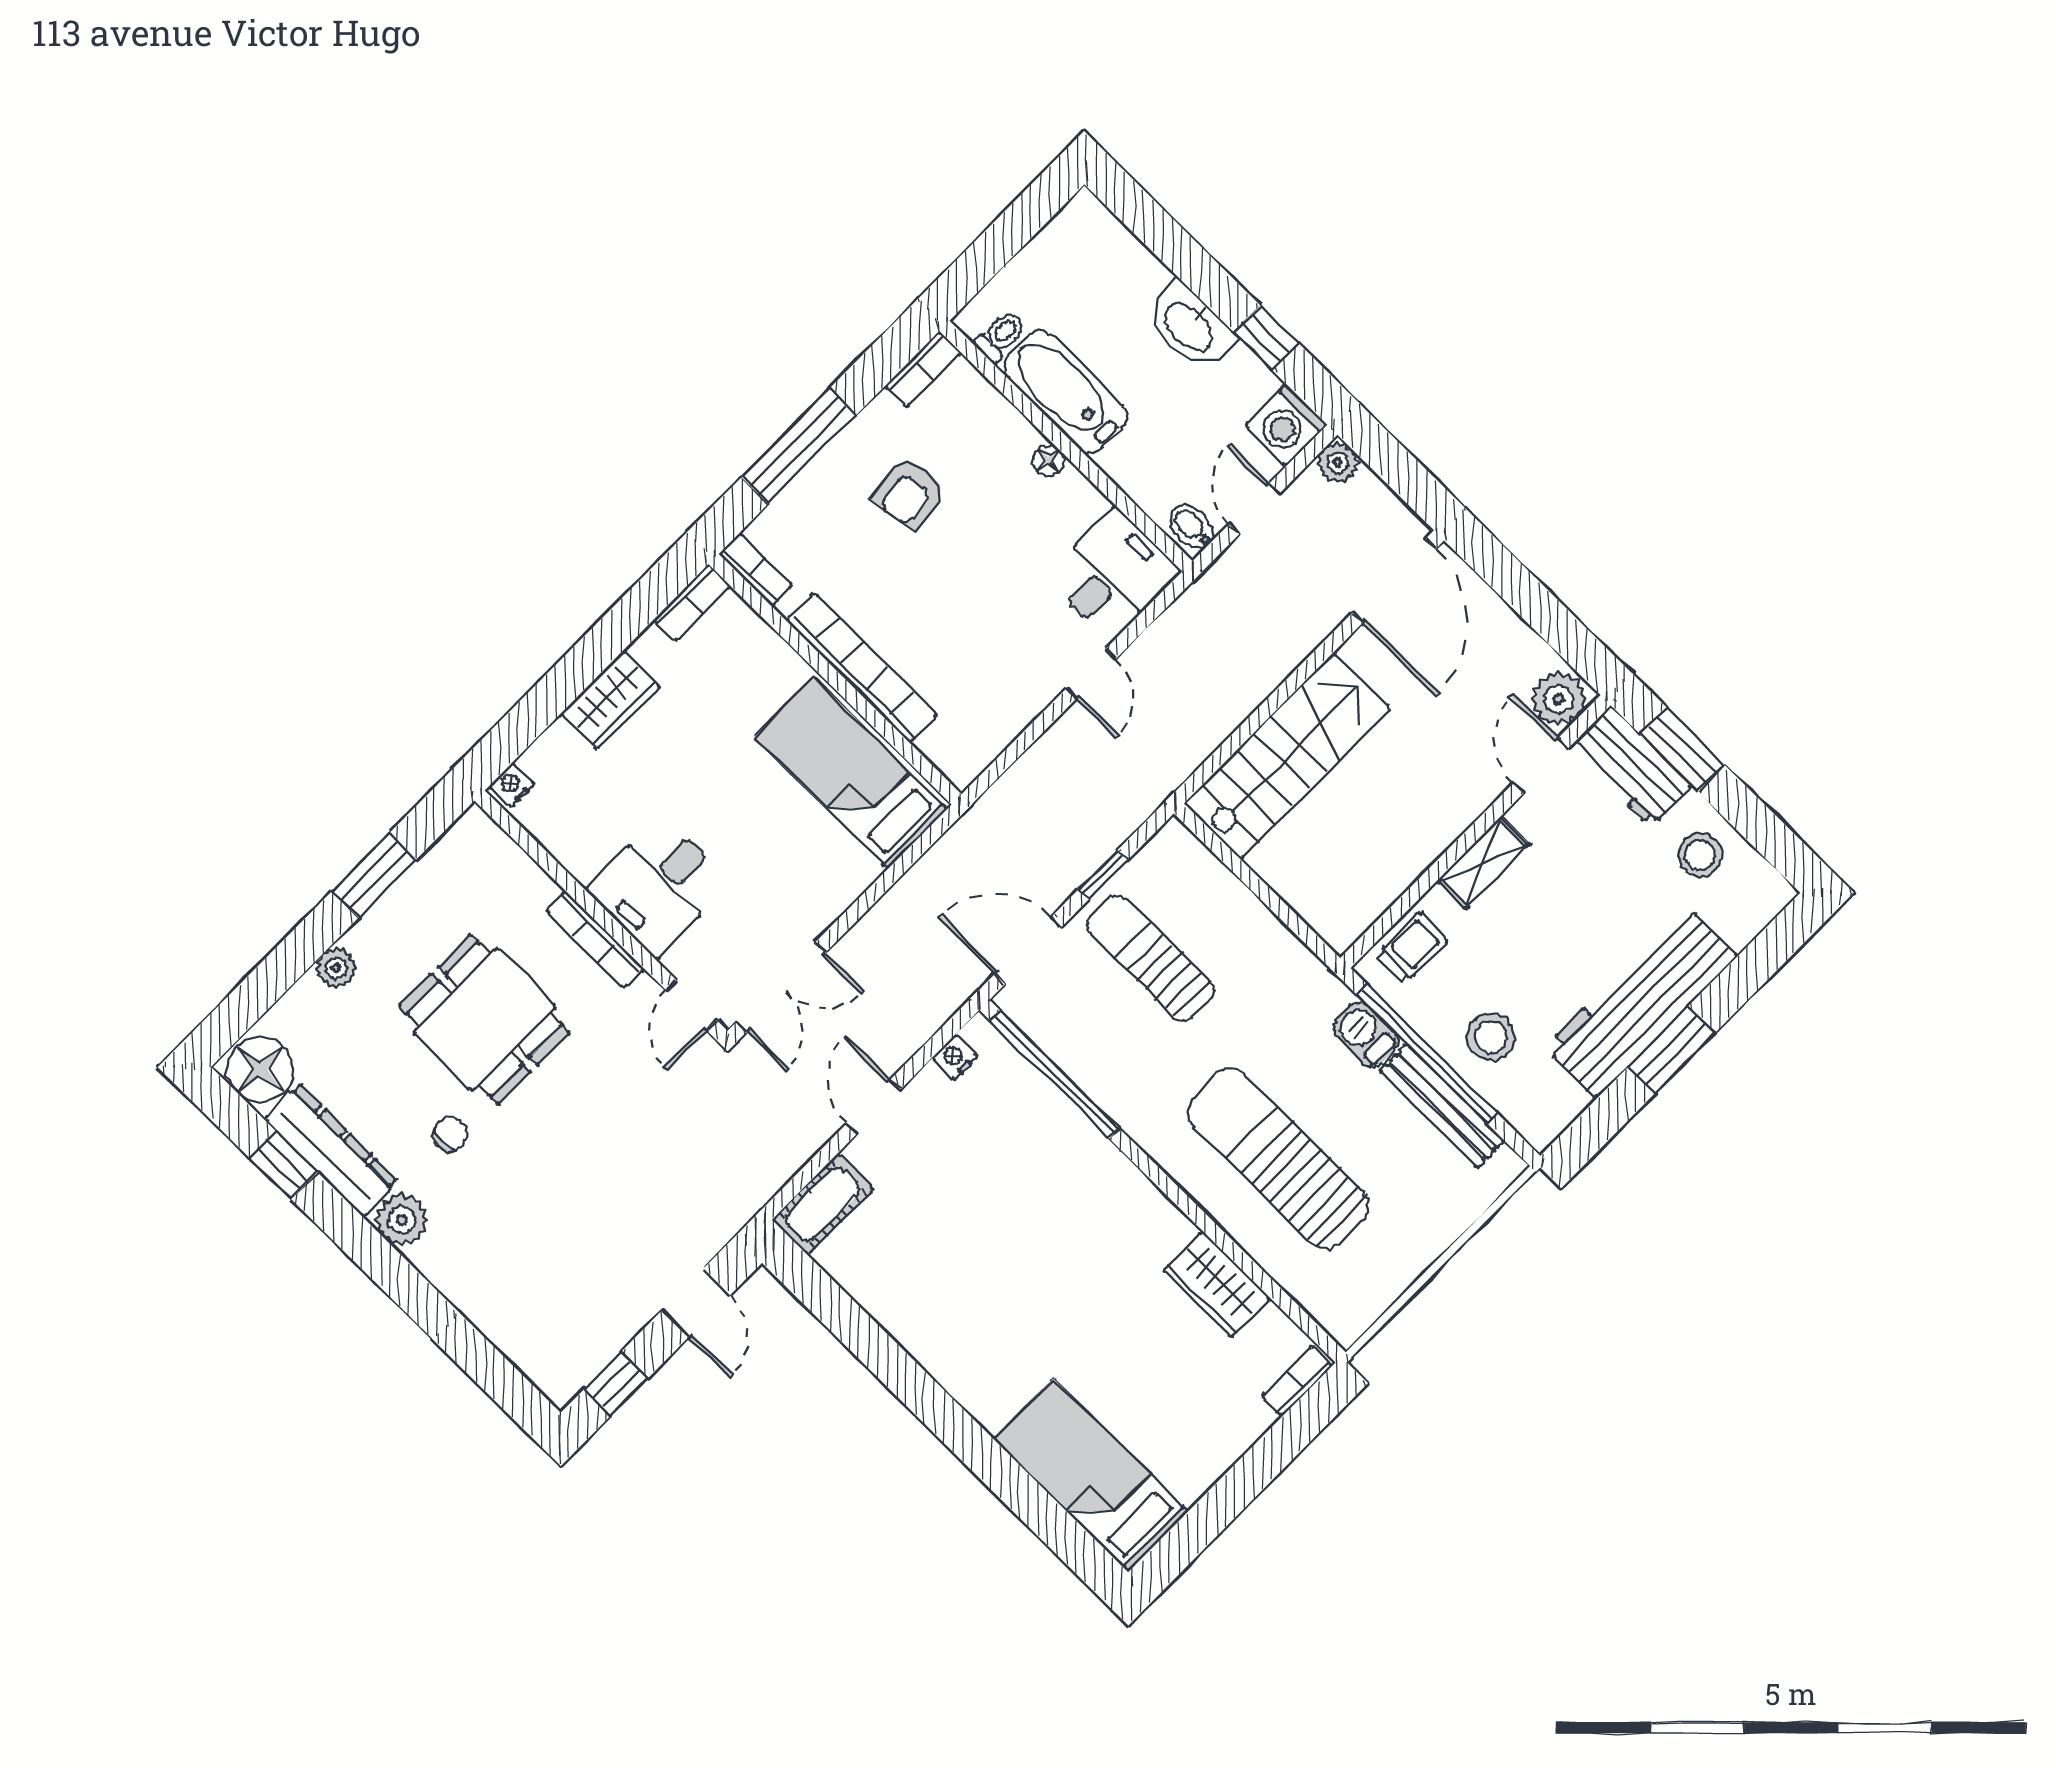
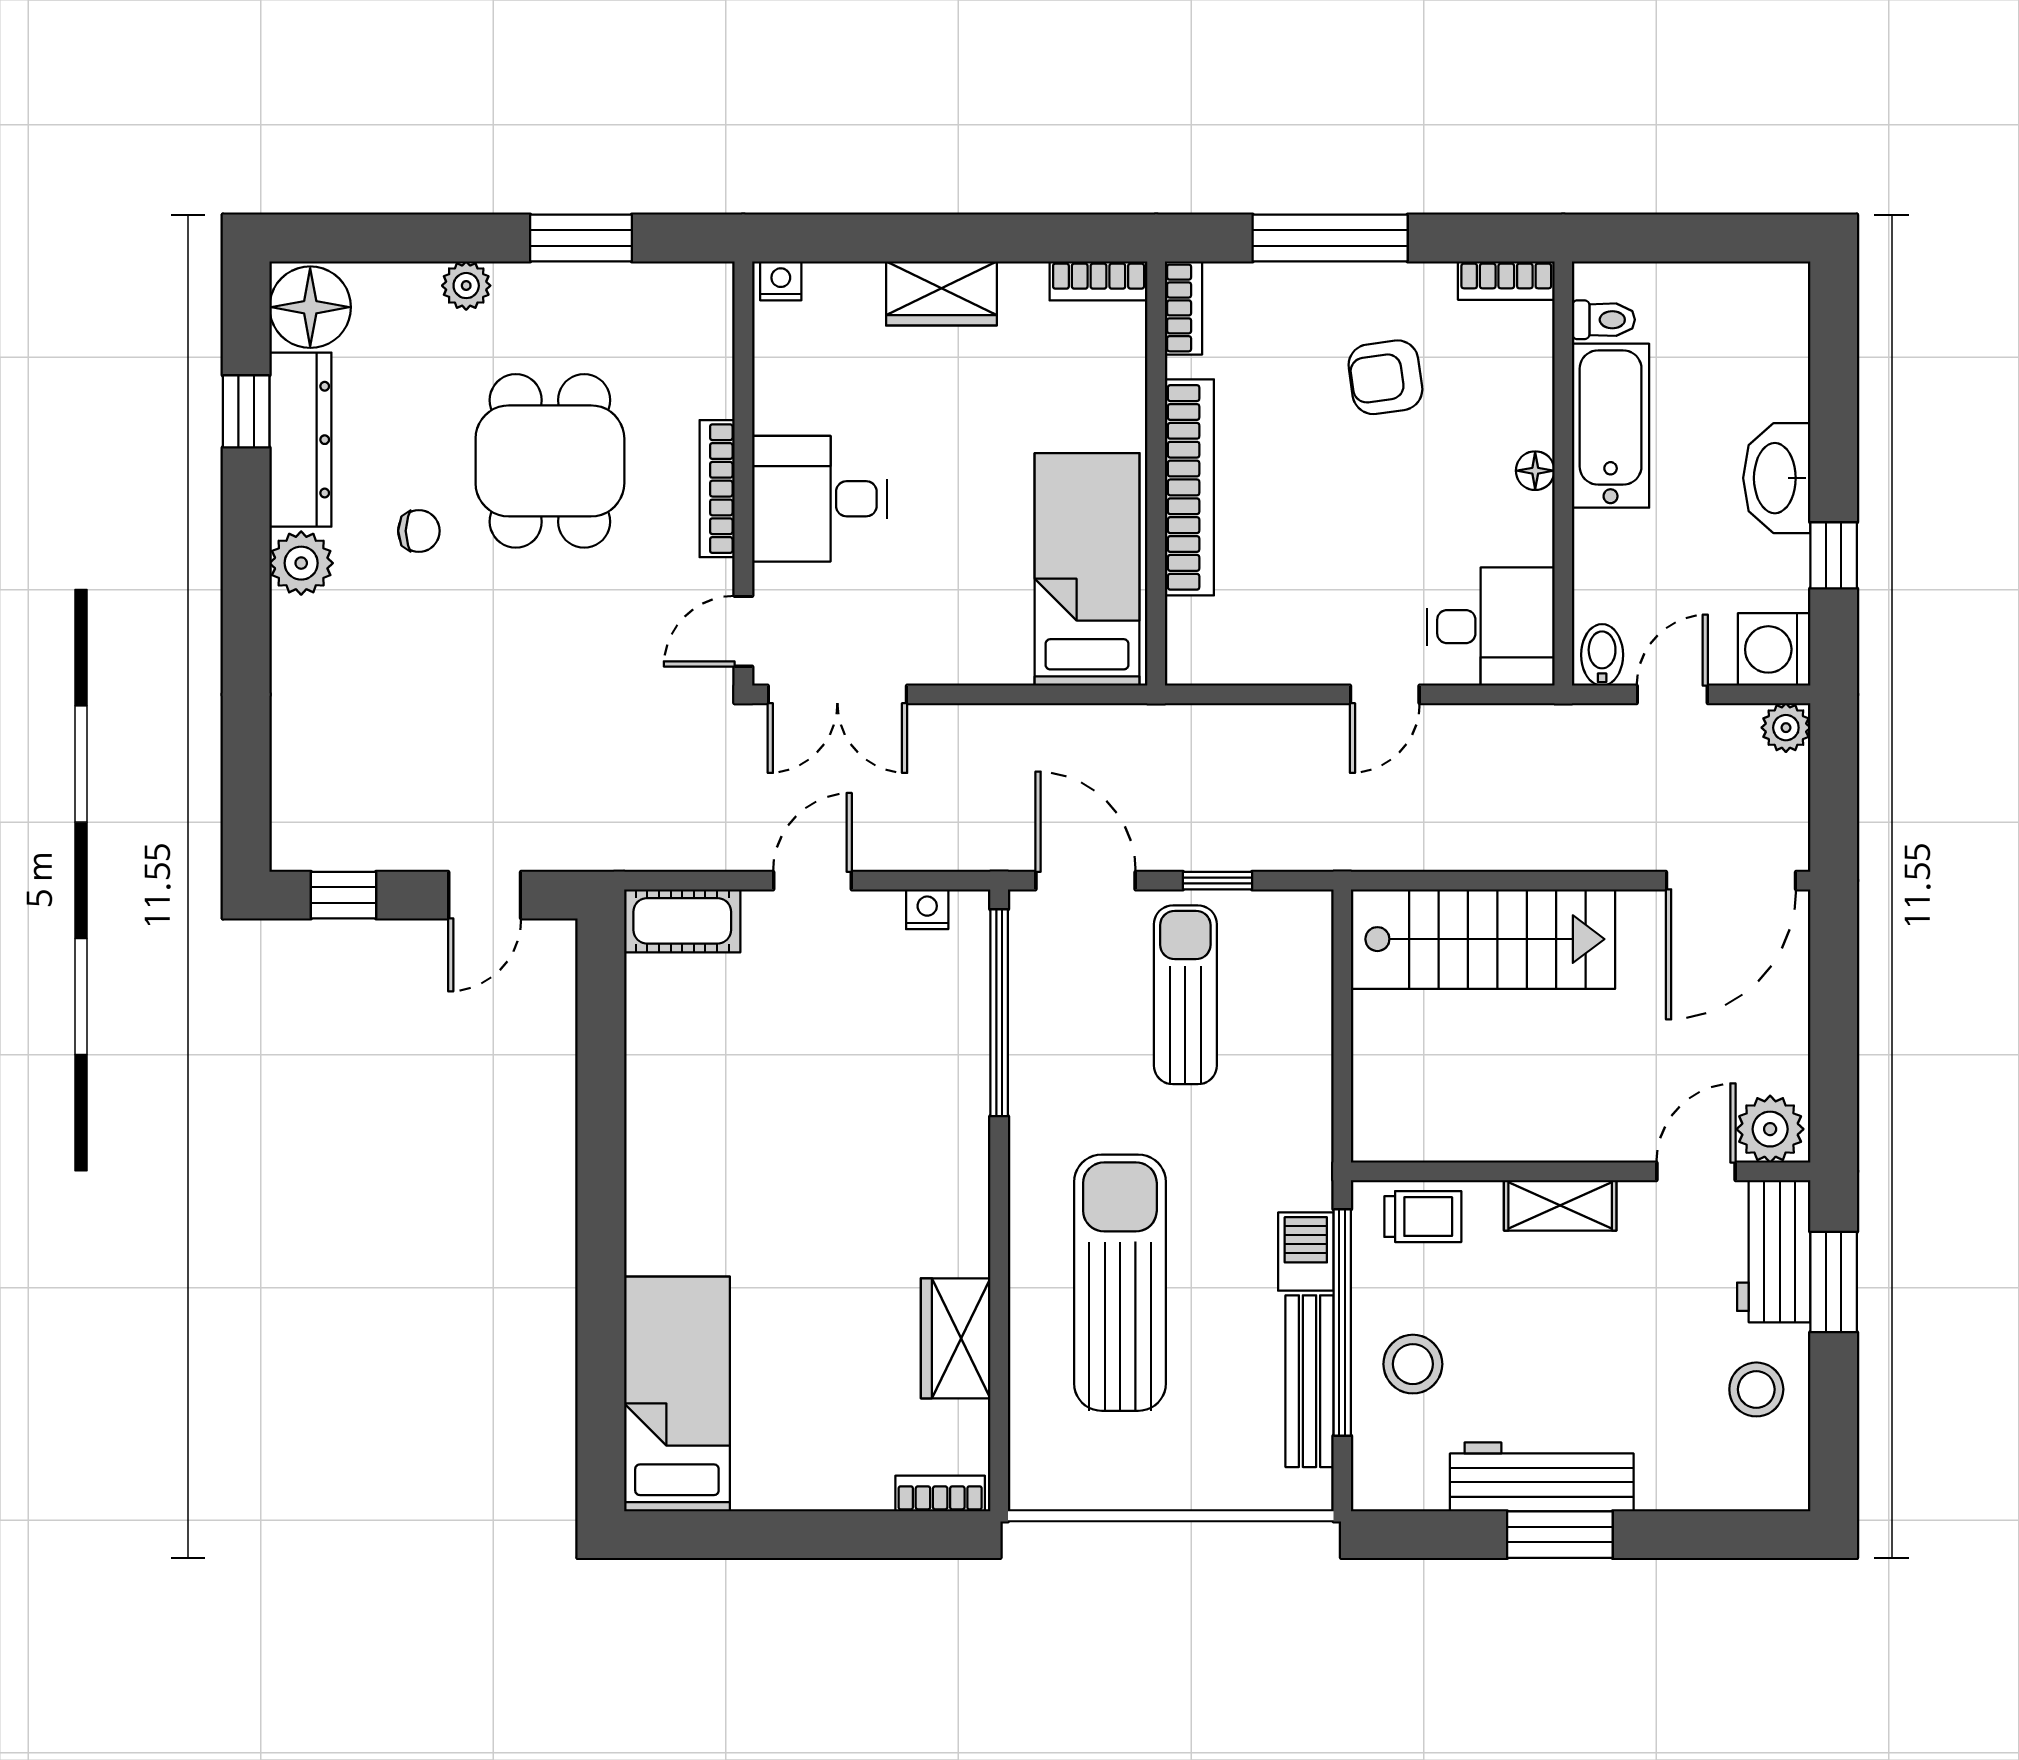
workbench: (1641, 1002) -> (1542, 1477), width x0.73, depth x0.76

